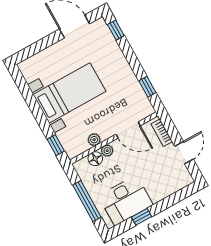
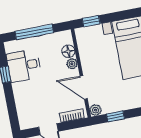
door: (128, 130) -> (84, 88), hinge flipped
plant: (94, 140) -> (96, 110), moved
desk: (126, 200) -> (24, 66), width x0.73

